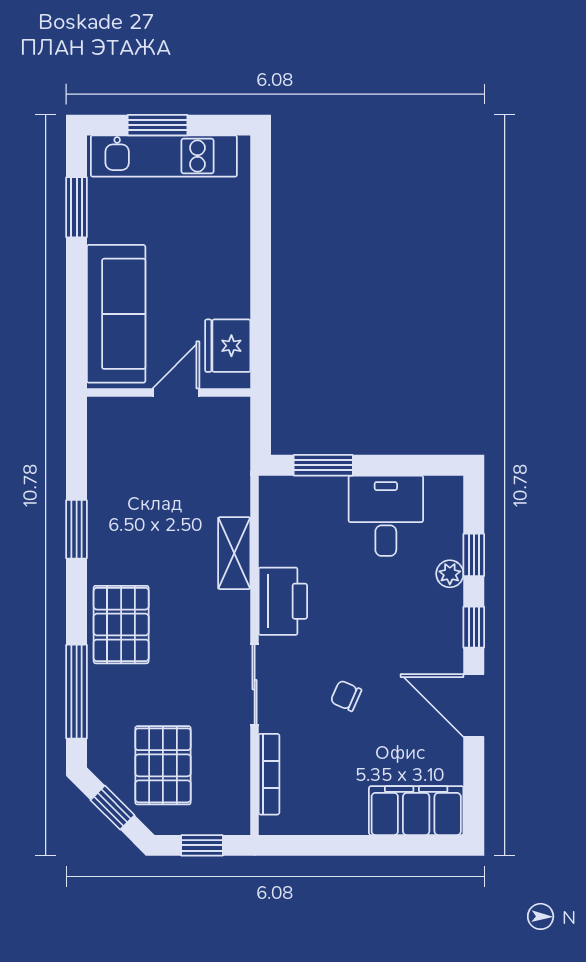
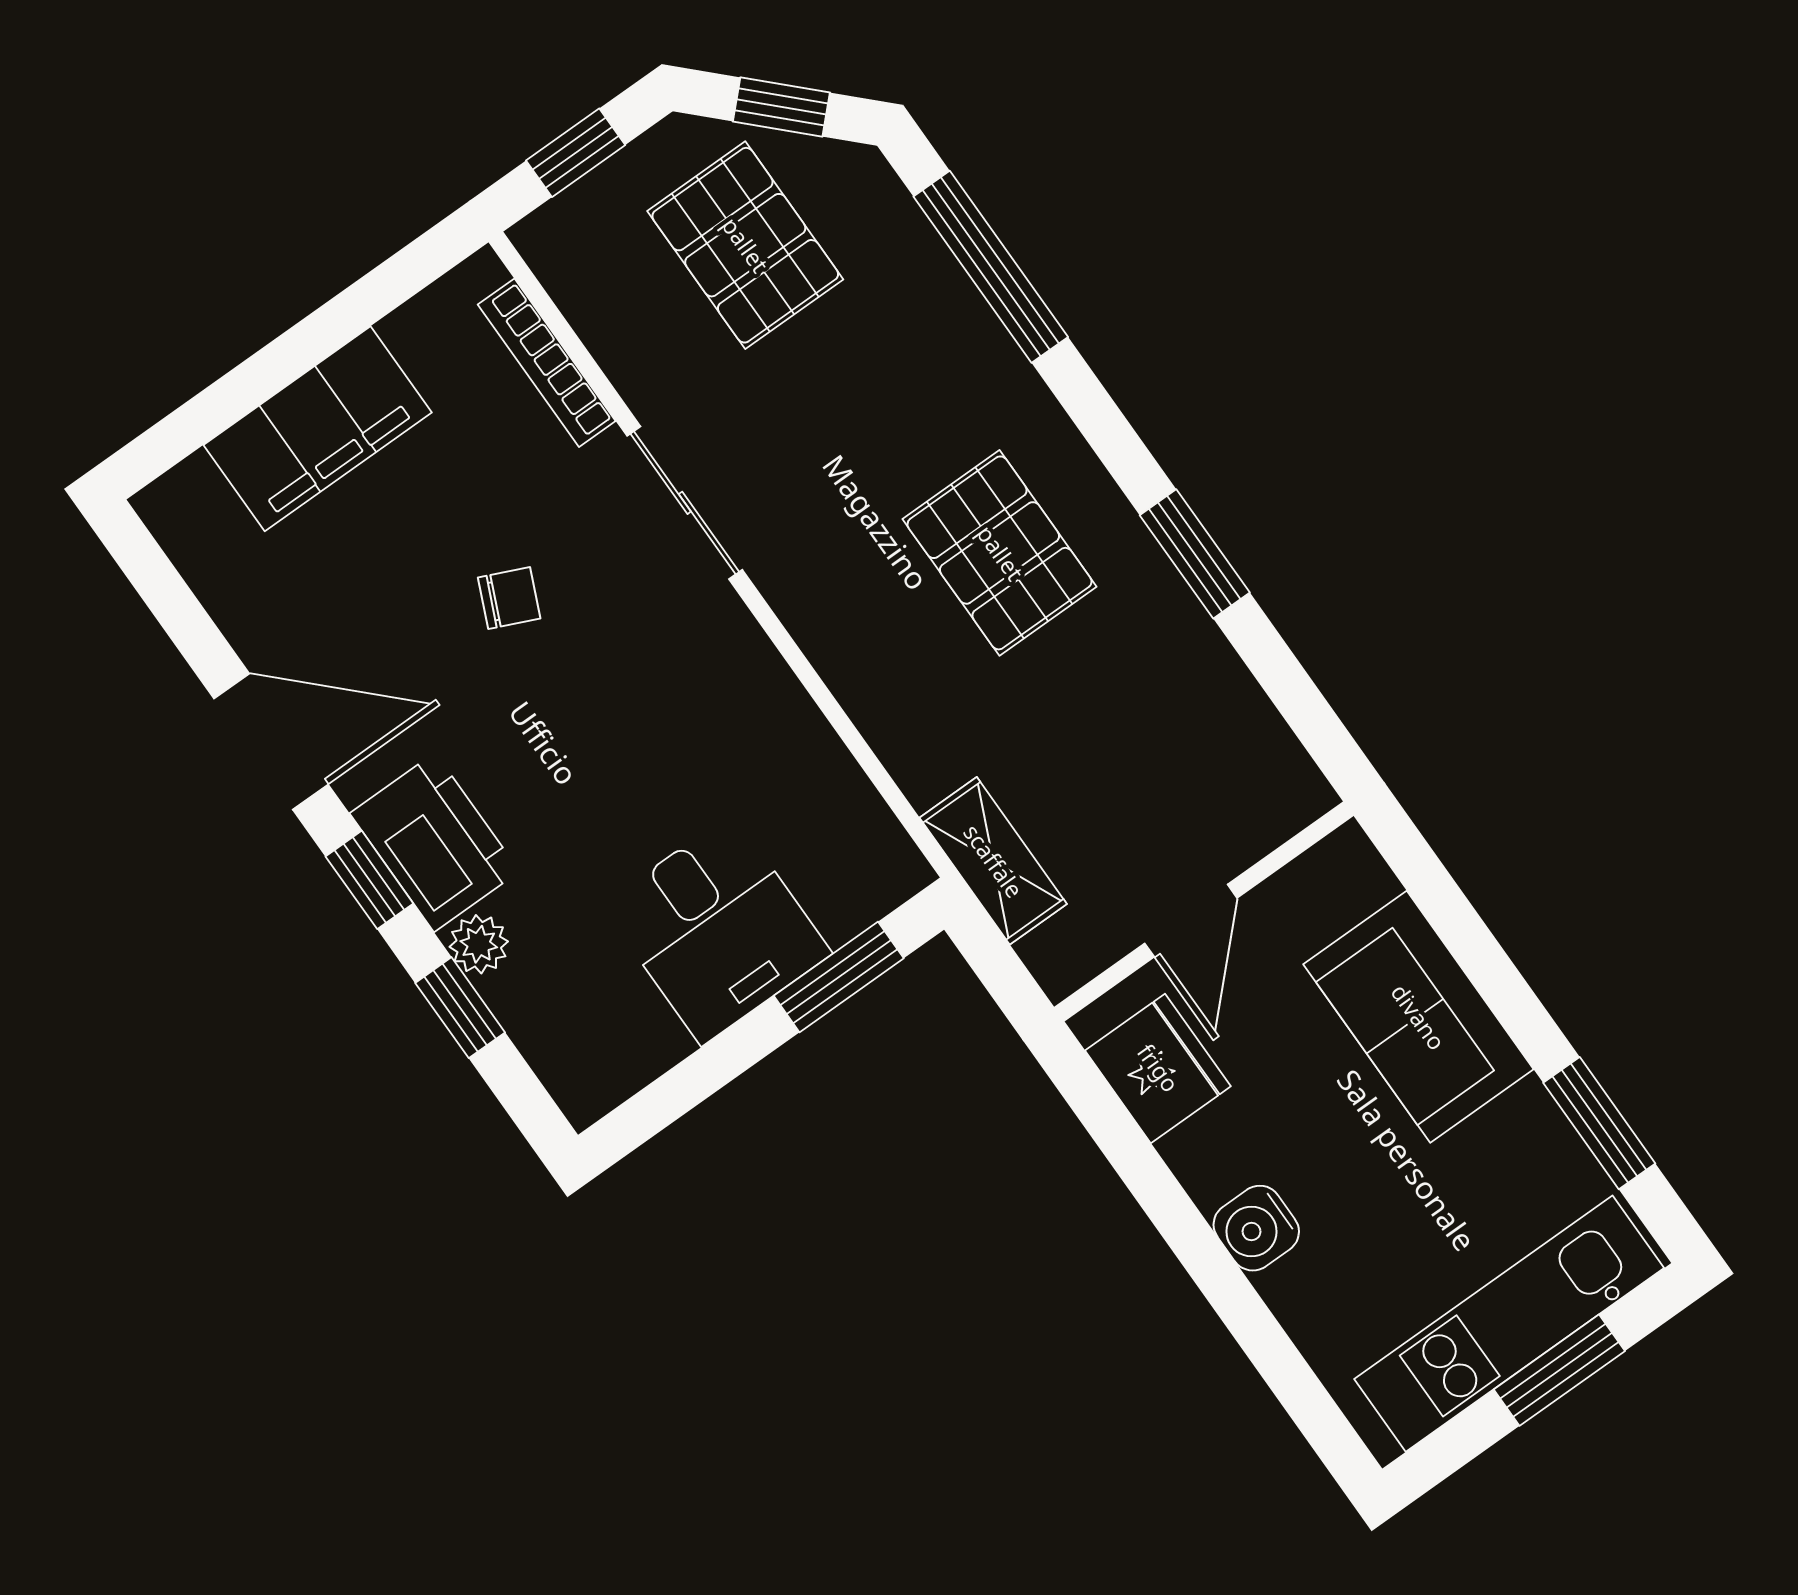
water cooler: (233, 259) -> (1256, 1228), added
sofa: (116, 314) -> (1418, 1017), width x0.73
desk: (386, 516) -> (717, 929), moved
shelving: (234, 553) -> (993, 861), moved
printer: (283, 601) -> (435, 842), moved, turned 180
pallet: (121, 625) -> (1000, 553), moved
filing cabinet: (416, 811) -> (318, 429), moved

